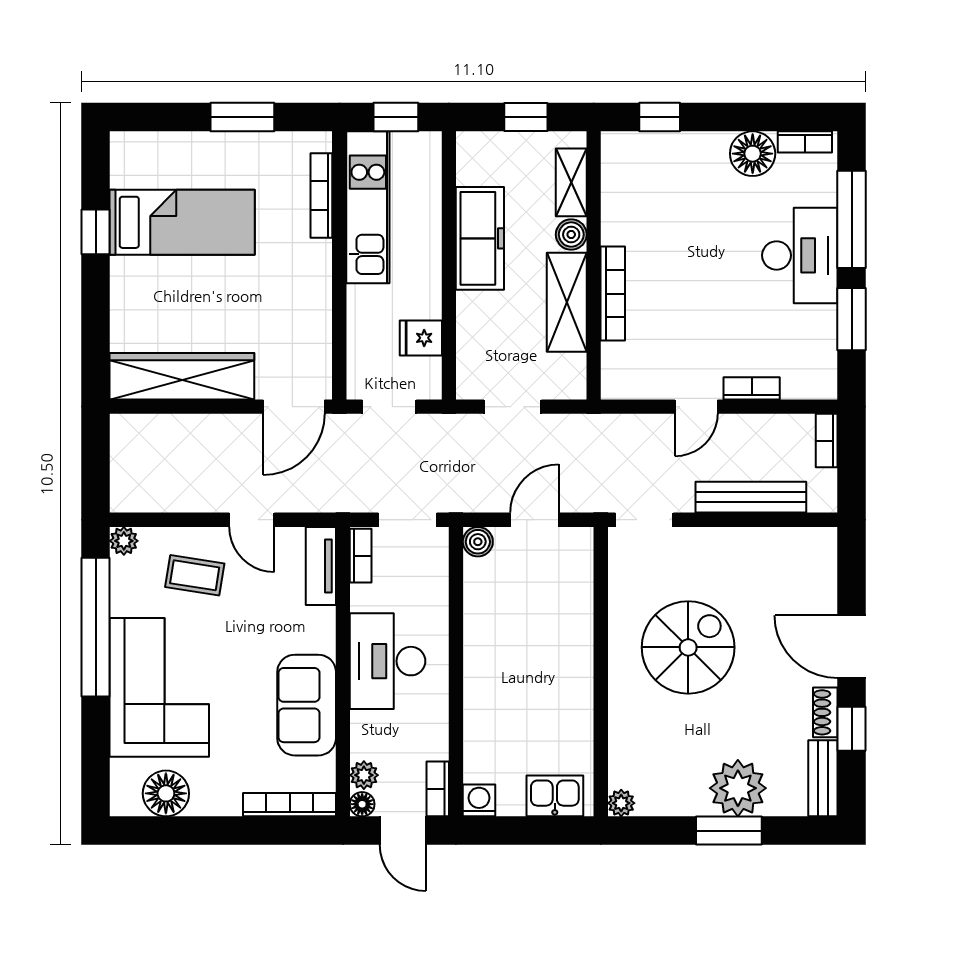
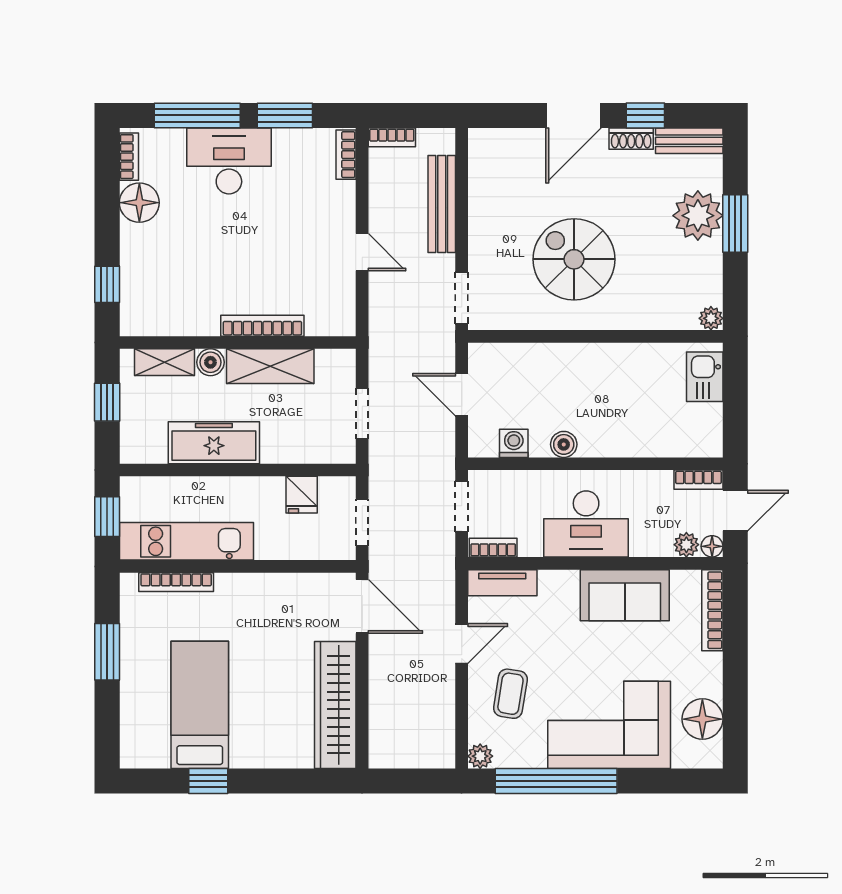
bookcase: (752, 388) -> (346, 155), moved
boiler: (478, 542) -> (564, 444), moved
washing machine: (479, 800) -> (514, 443), moved, turned 90

